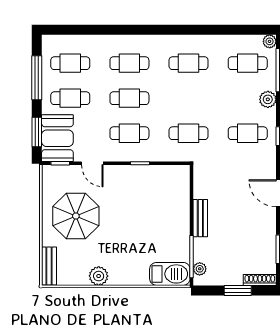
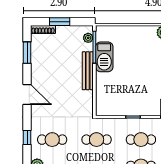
bench: (200, 218) -> (88, 71), width x1.36
barbecue: (170, 274) -> (104, 57), moved, turned -90

